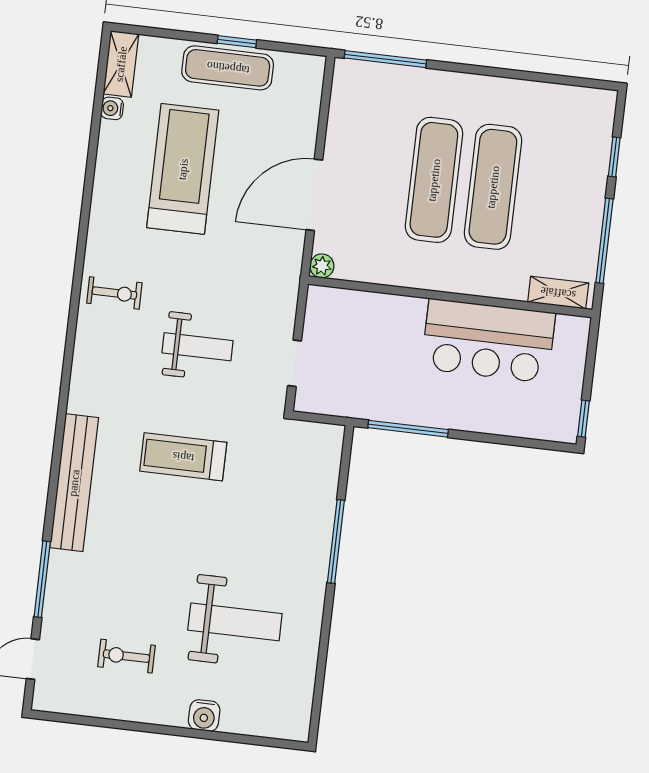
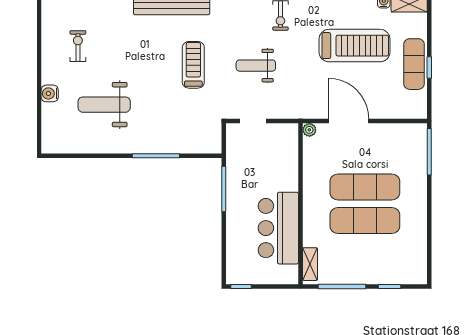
weight bench: (198, 347) -> (256, 66), turned 90
weight bench: (235, 622) -> (104, 105), turned 90

